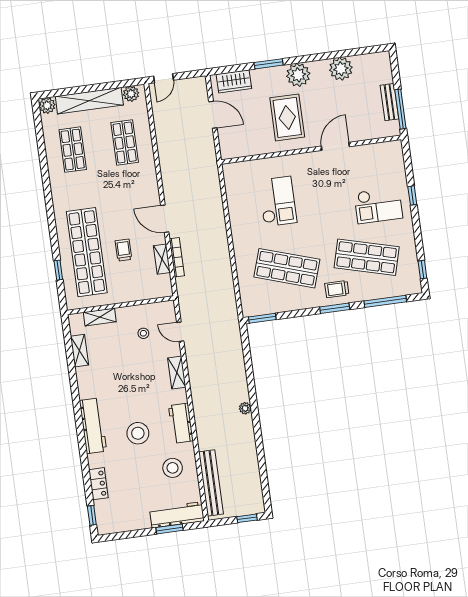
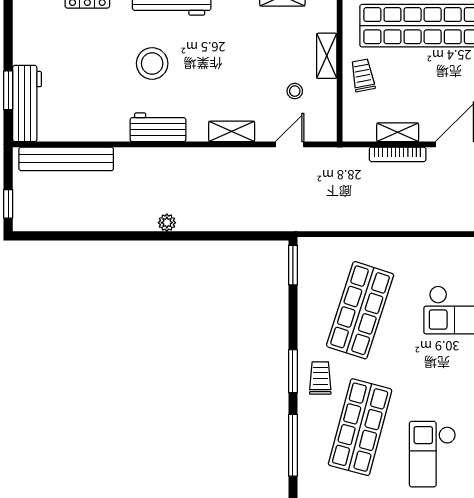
trolley: (123, 250) -> (363, 75), moved, turned -101
shelving: (100, 317) -> (327, 56), moved
stool: (173, 468) -> (95, 107), removed

